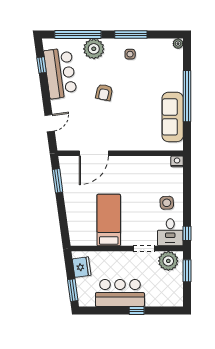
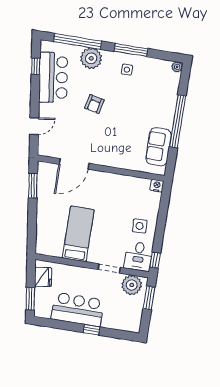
sofa: (173, 117) -> (159, 147), width x0.73

